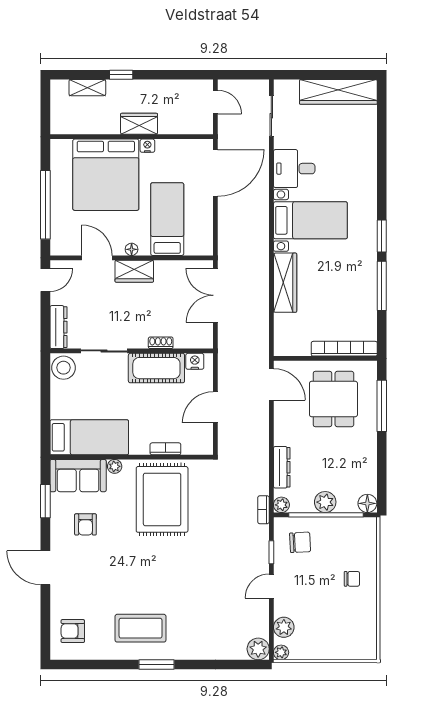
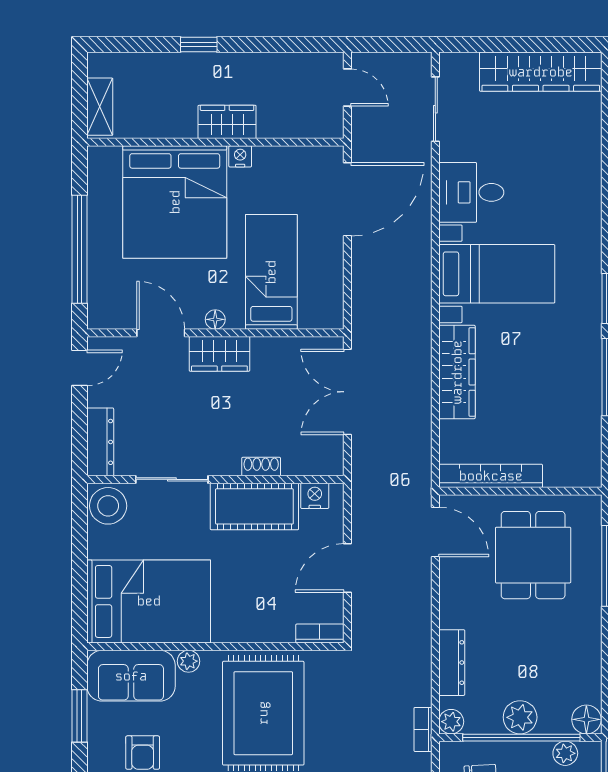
shelving: (87, 88) -> (100, 107), moved, turned 90
bookcase: (344, 349) -> (491, 476), moved
bed: (89, 437) -> (149, 601), width x1.50
bookcase: (165, 449) -> (320, 634), moved
plant: (354, 525) -> (565, 753), added

